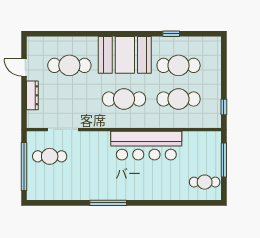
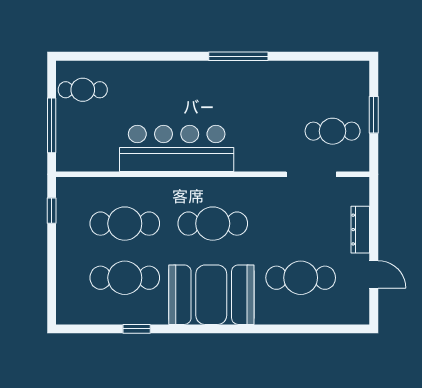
window: (24, 167) -> (374, 115), width x0.47

